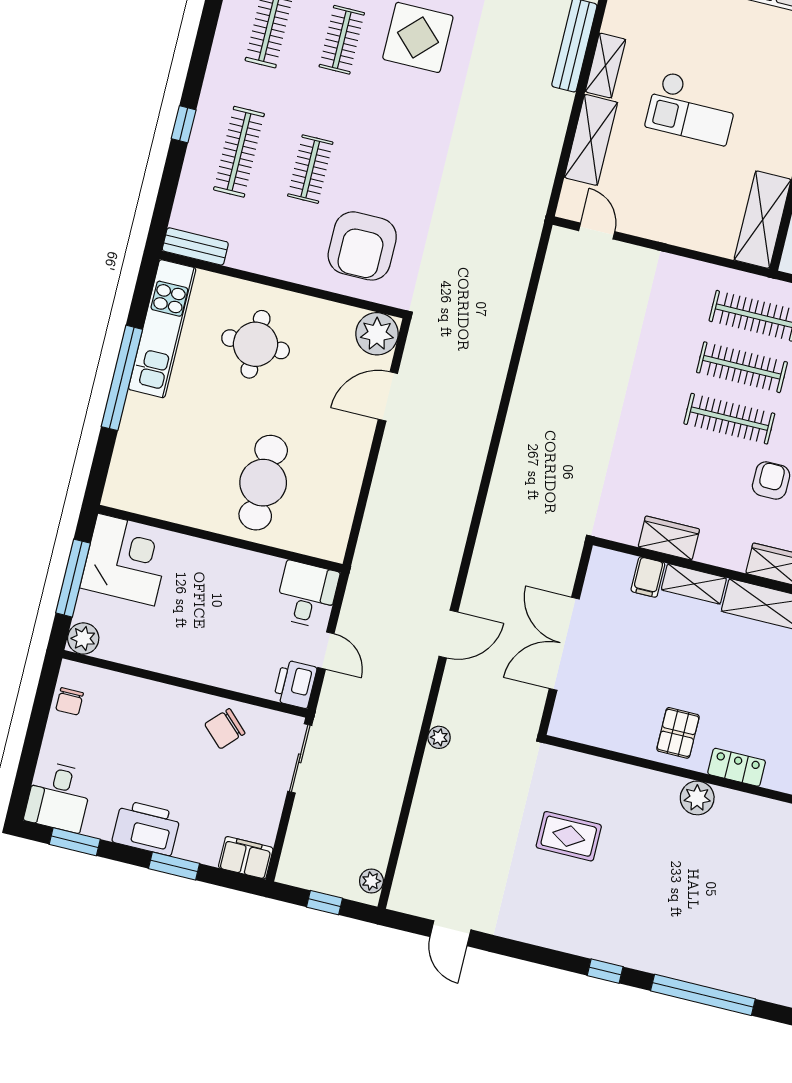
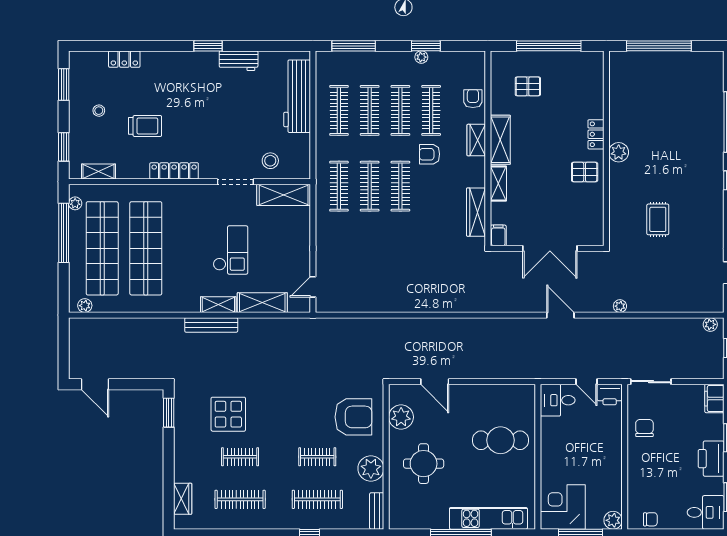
plant: (269, 254) -> (371, 468), added
kitchen unit: (162, 329) -> (488, 518), moved
plant: (377, 334) -> (401, 417), moved
wardrobe: (669, 538) -> (476, 212), width x1.50
filing cabinet: (648, 577) -> (498, 235), moved, turned -90
door: (326, 651) -> (587, 382), swing flipped
chair: (225, 729) -> (644, 428), turned -134

